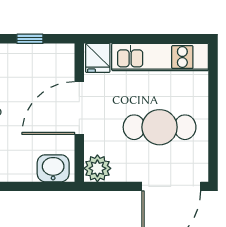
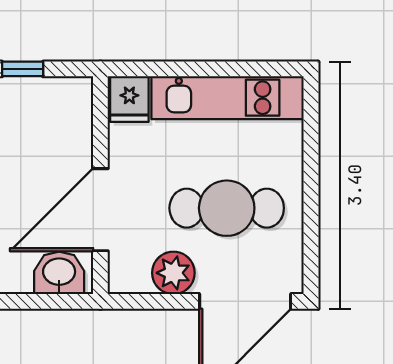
door: (79, 108) -> (100, 210), moved
plant: (97, 168) -> (173, 273), moved

